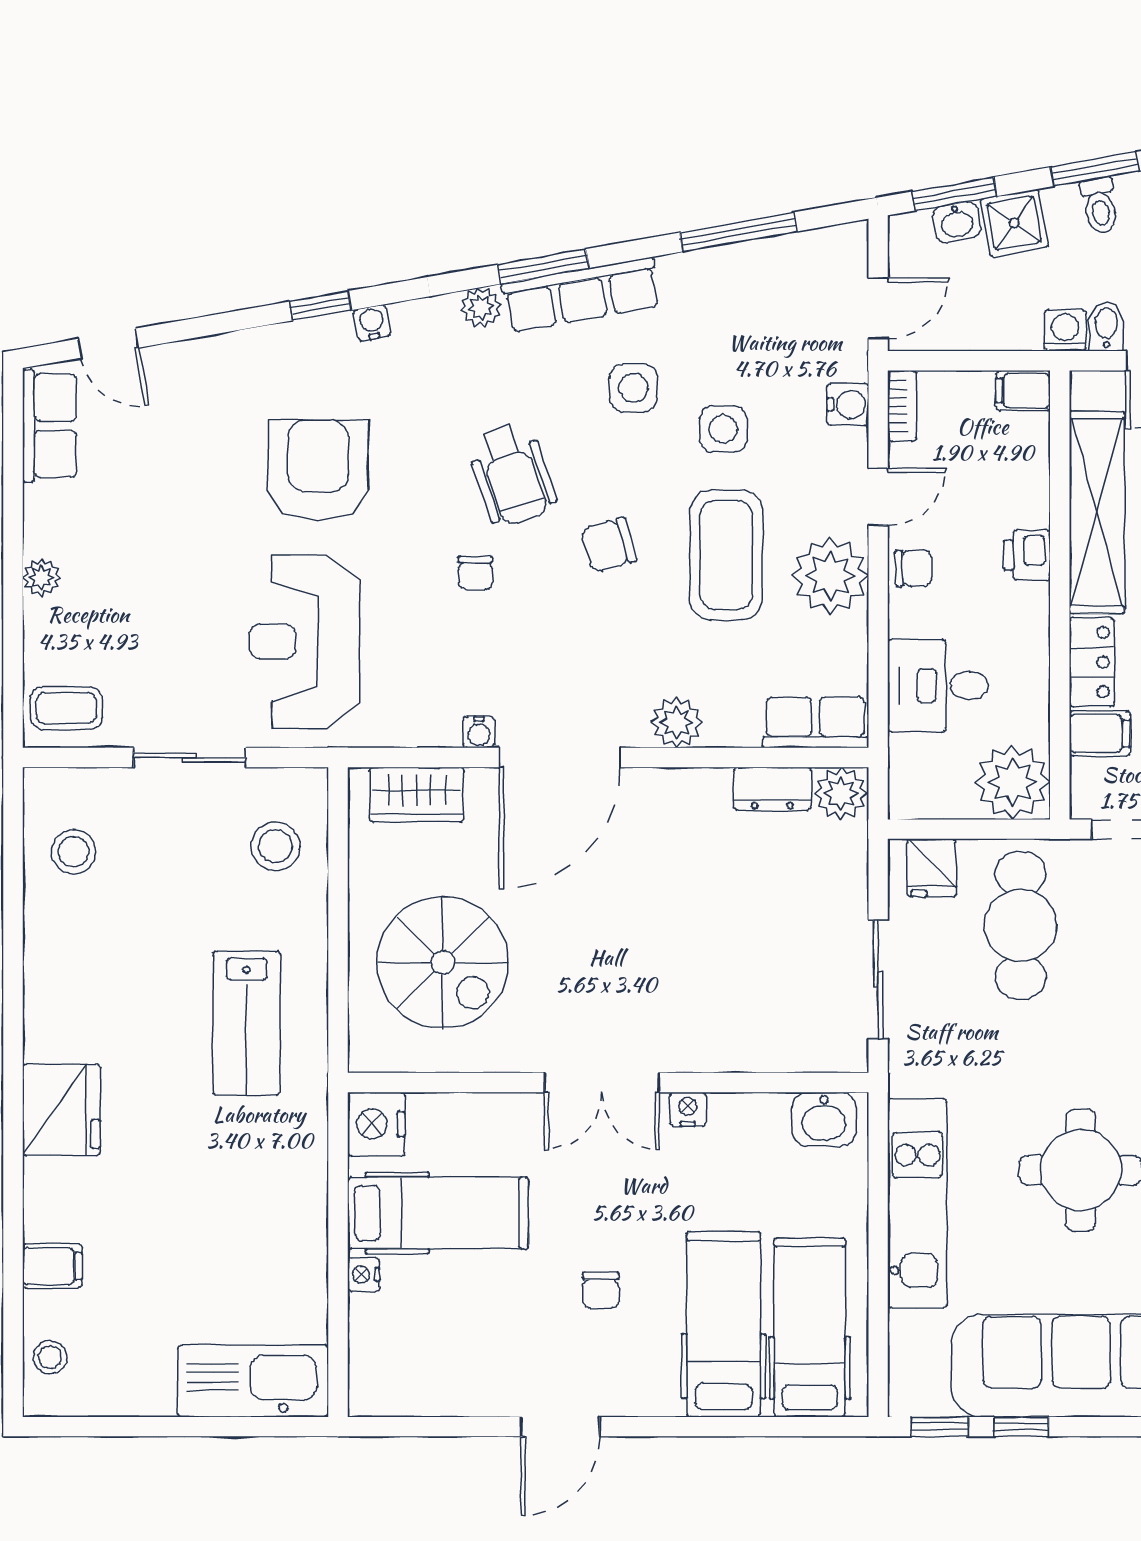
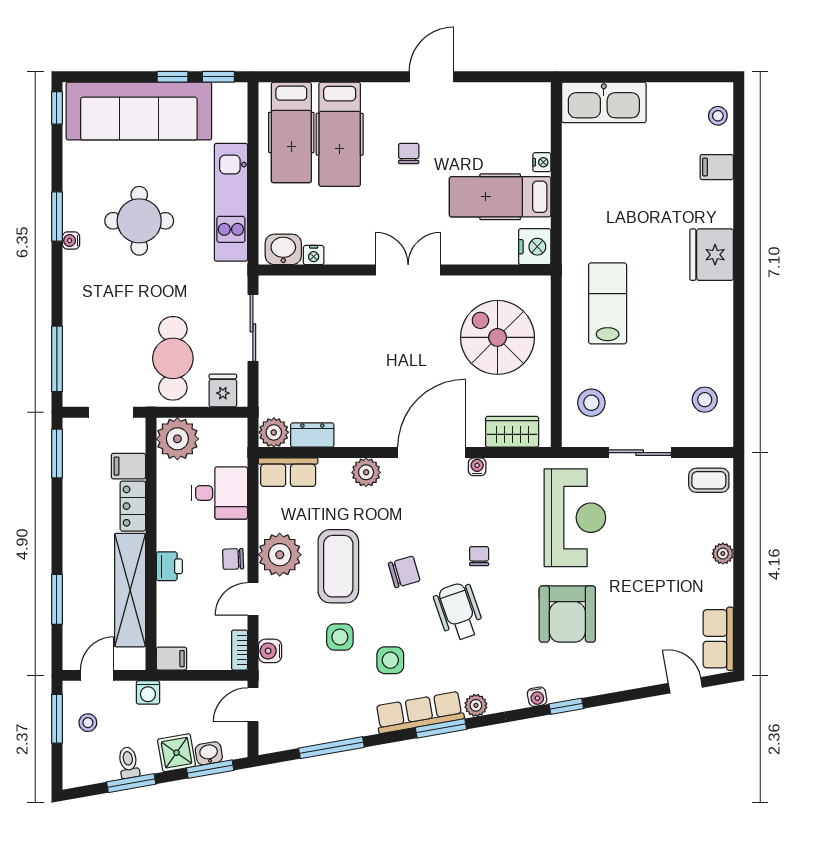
bidet: (1106, 326) -> (125, 695), removed
nightstand: (688, 1109) -> (314, 255), moved

